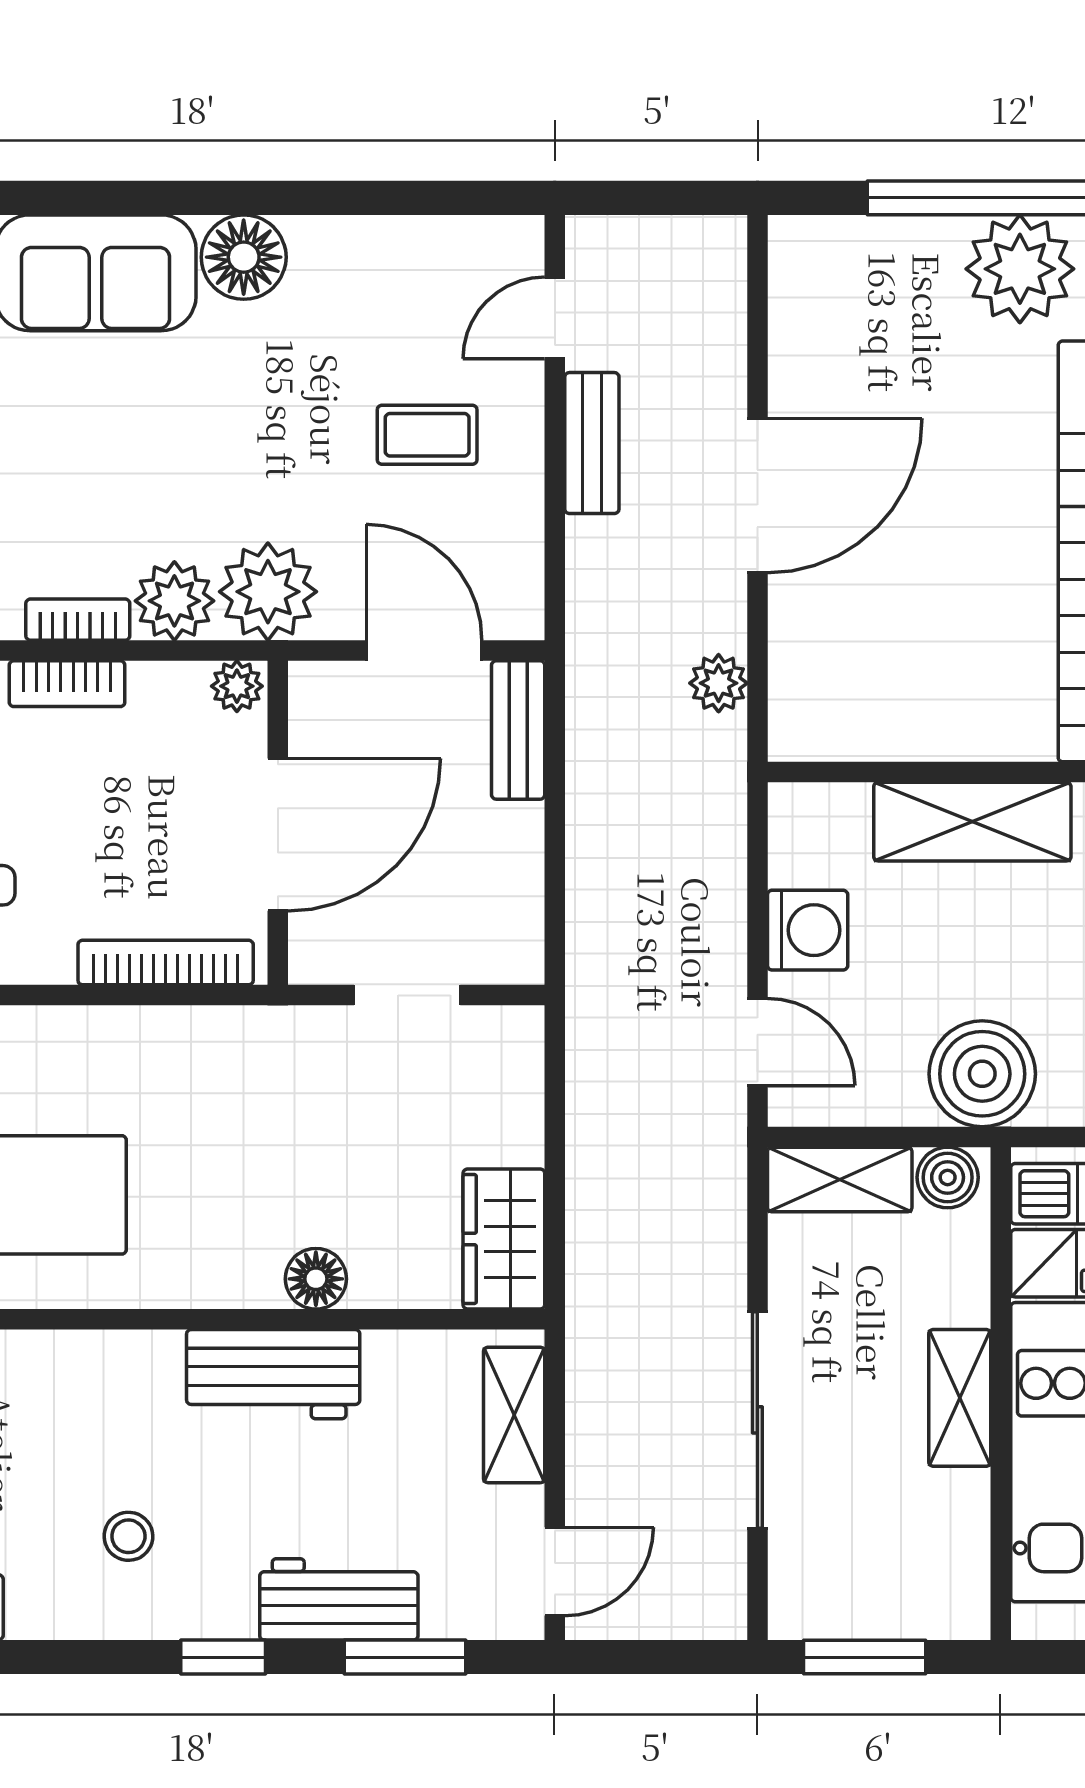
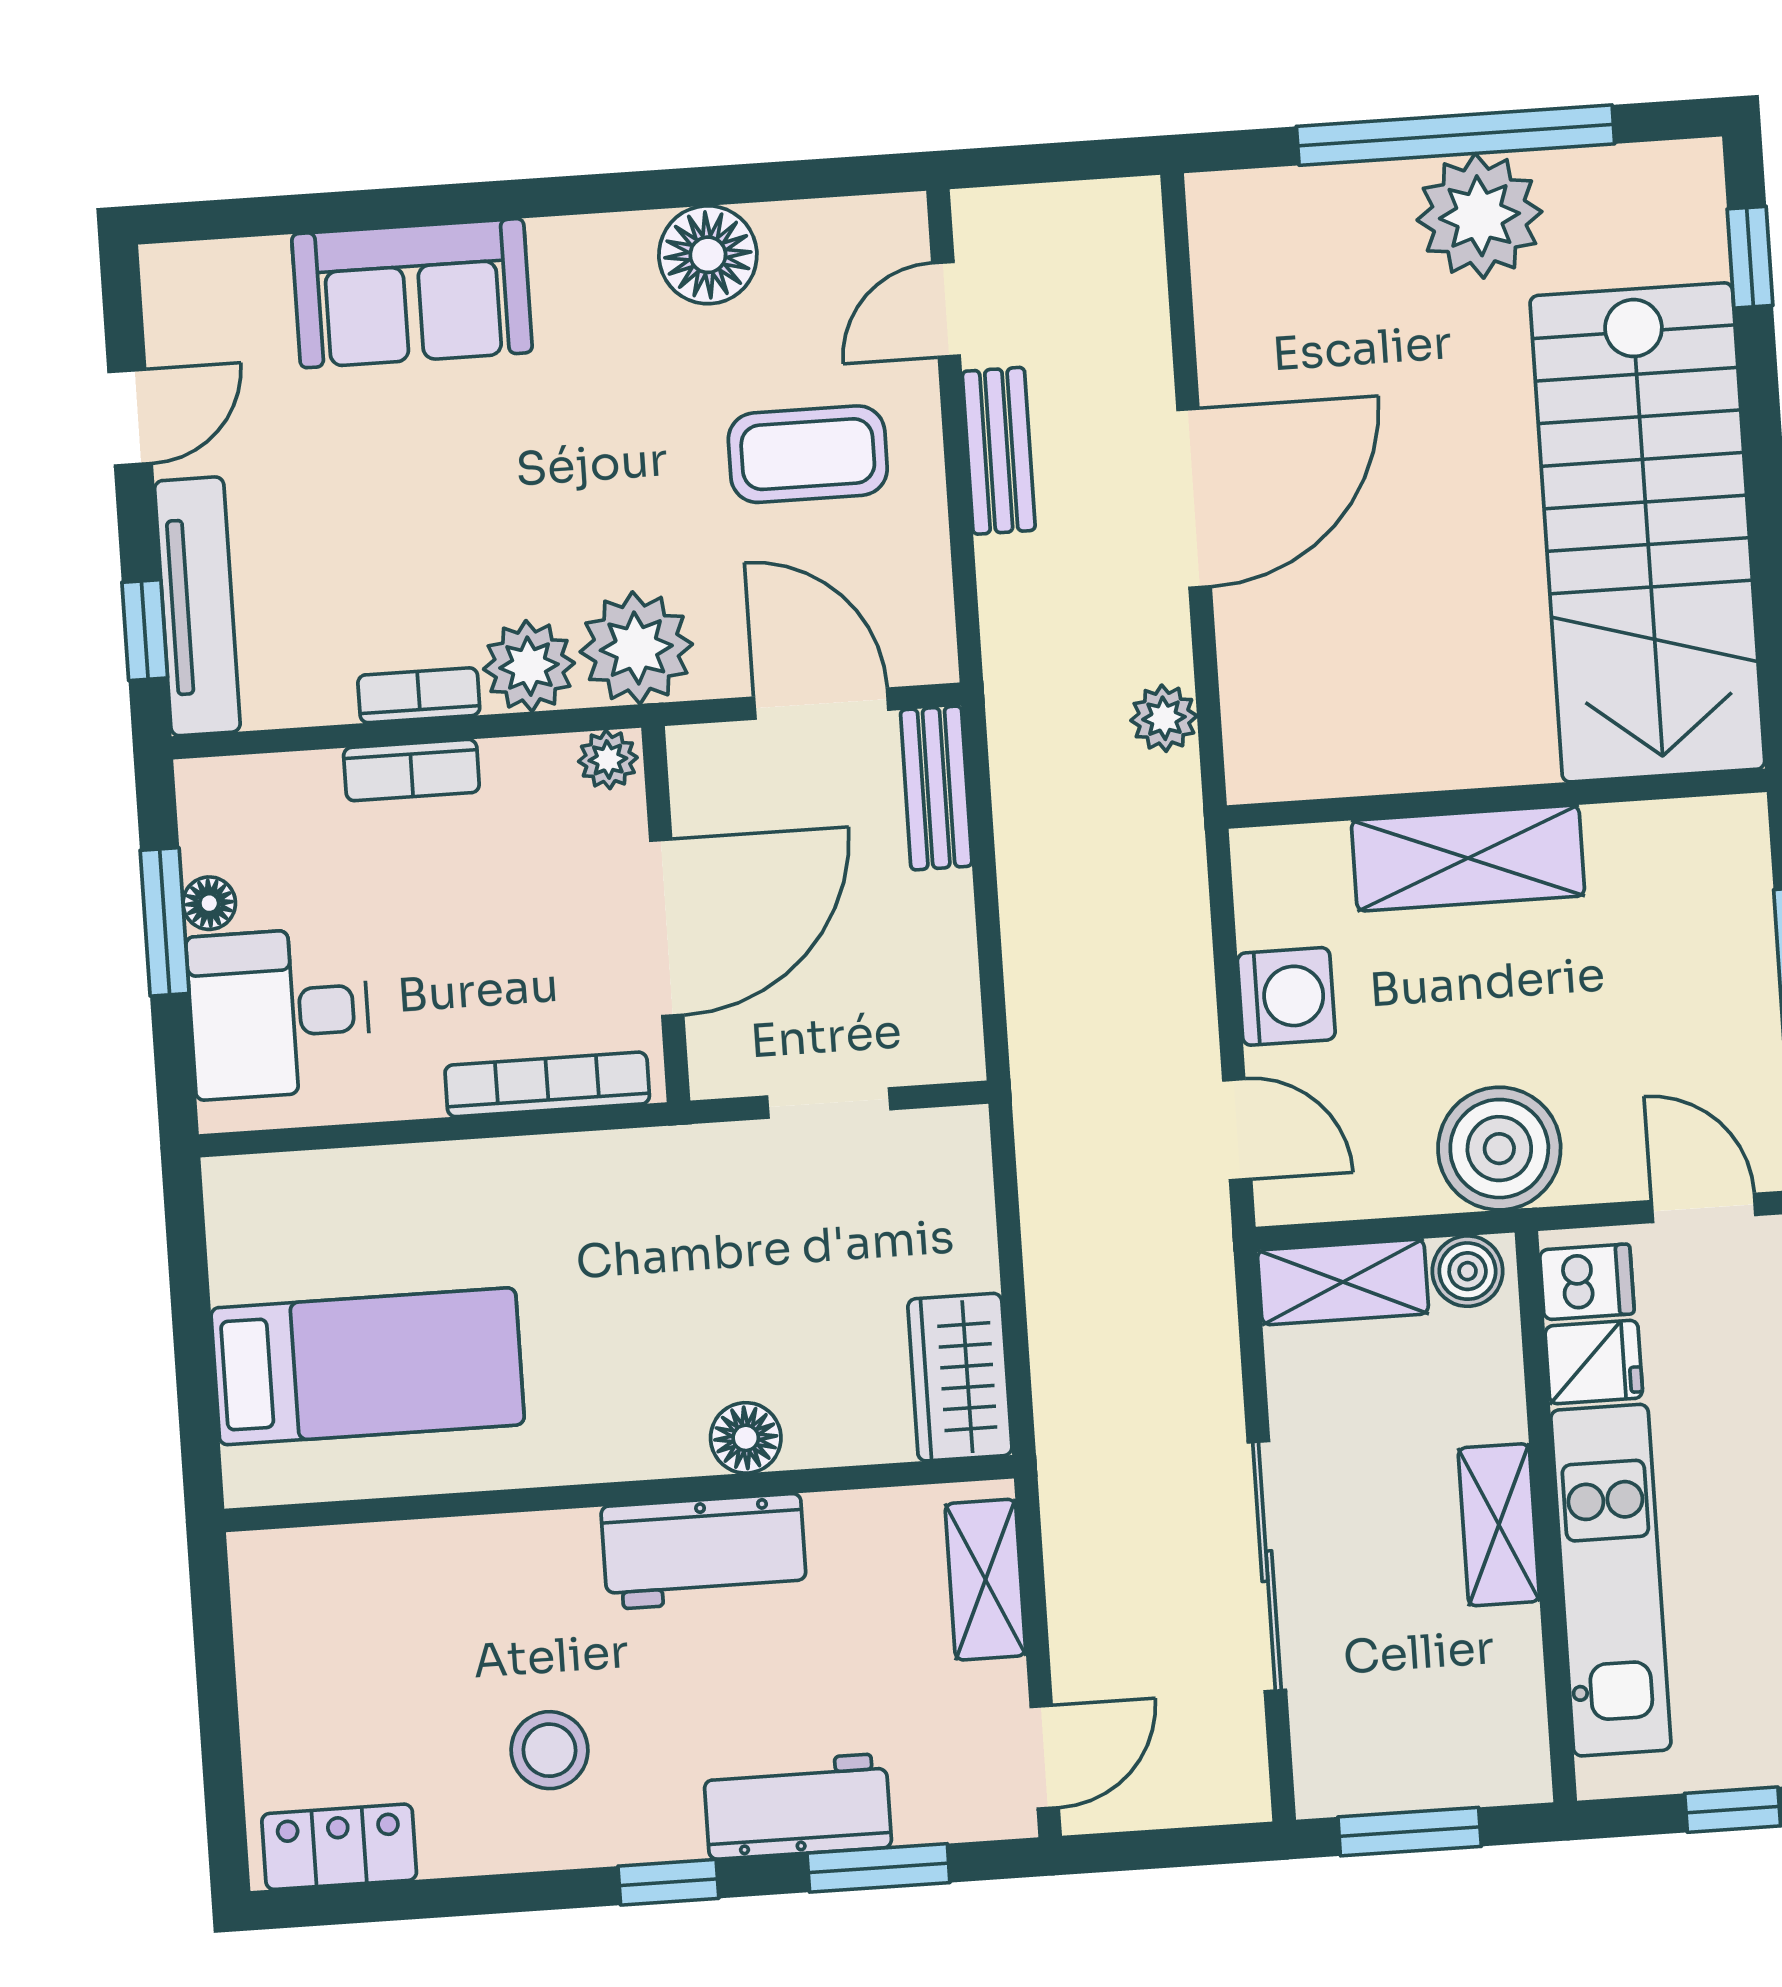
floor lamp: (244, 257) -> (708, 255), moved
coffee table: (427, 435) -> (808, 454), width x1.36, depth x1.30
stool: (128, 1536) -> (550, 1750), width x1.37, depth x1.37

